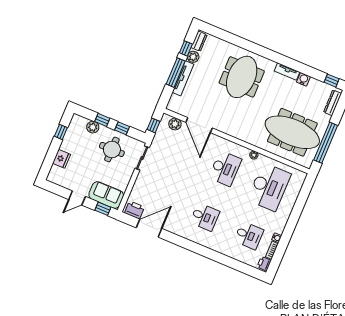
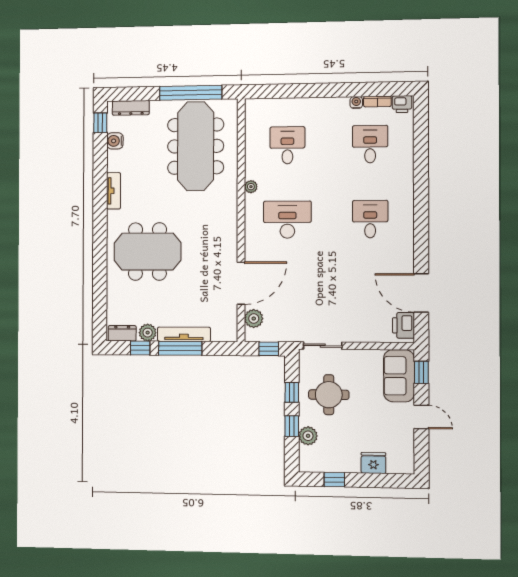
water cooler: (304, 79) -> (115, 141), moved
desk: (269, 187) -> (287, 145), width x0.53, depth x0.77

